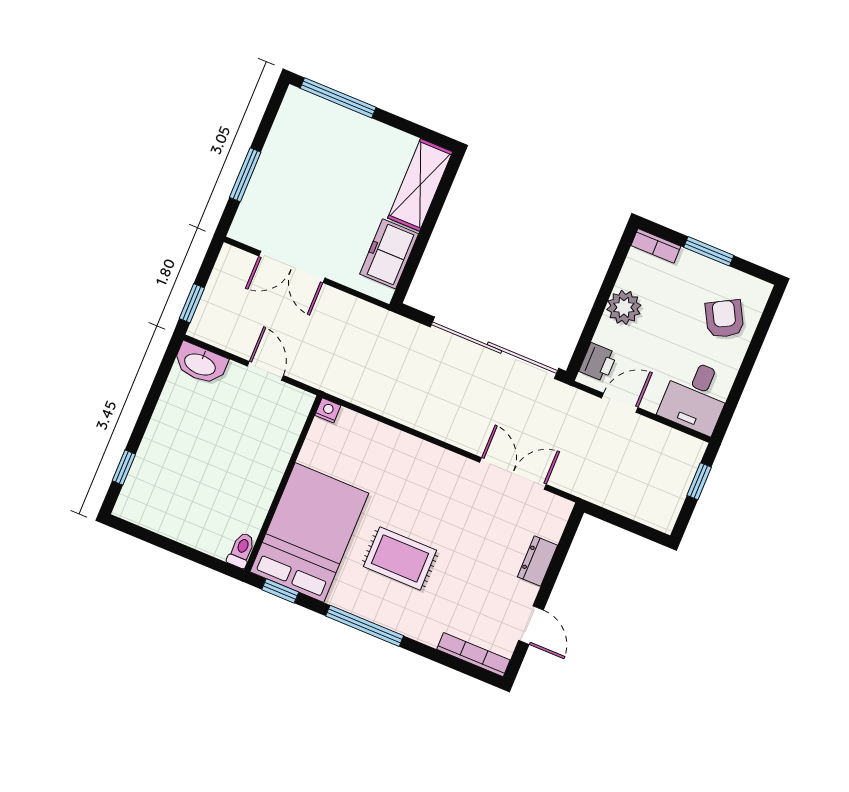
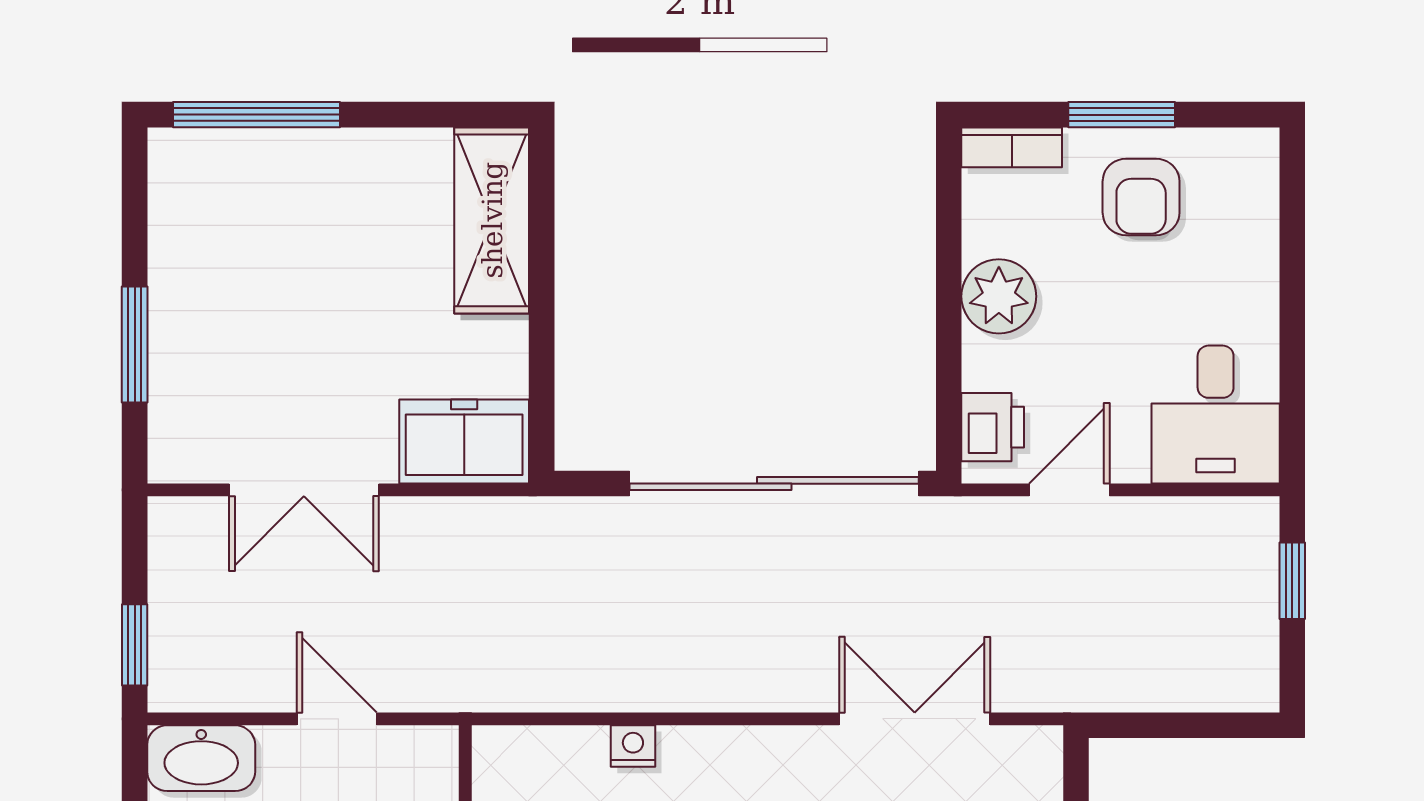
freezer: (389, 254) -> (464, 441), moved, turned 90
armchair: (724, 319) -> (1141, 197), moved, turned -151
nightstand: (328, 410) -> (633, 746), moved

